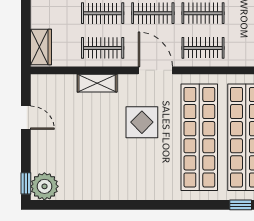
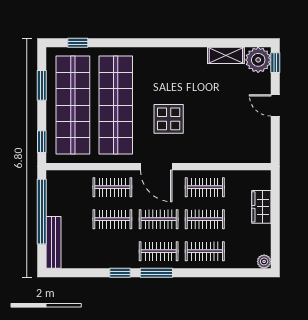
wardrobe: (41, 47) -> (261, 207), moved
shelving: (97, 83) -> (226, 55), moved
door: (26, 118) -> (275, 105), moved

